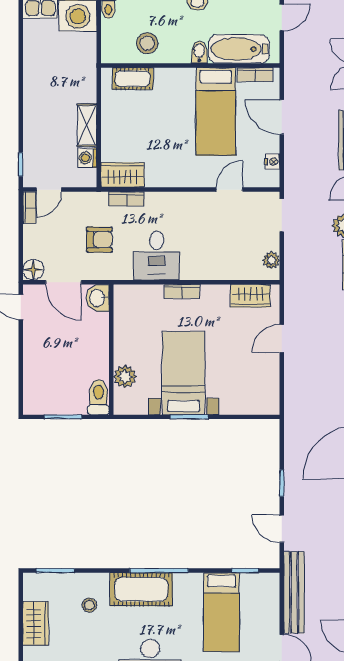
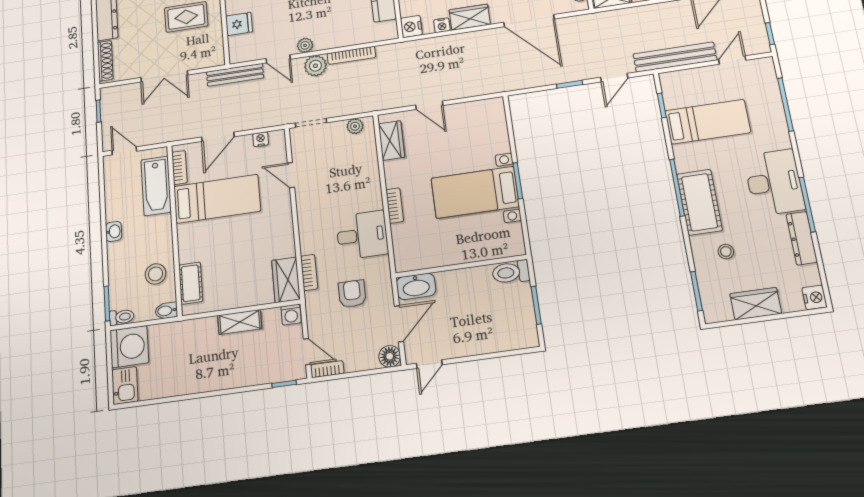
bidet: (199, 52) -> (166, 311), moved
washing machine: (87, 158) -> (291, 315), moved
washbasin: (98, 298) -> (416, 286), width x1.38
plant: (125, 377) -> (486, 249), removed

